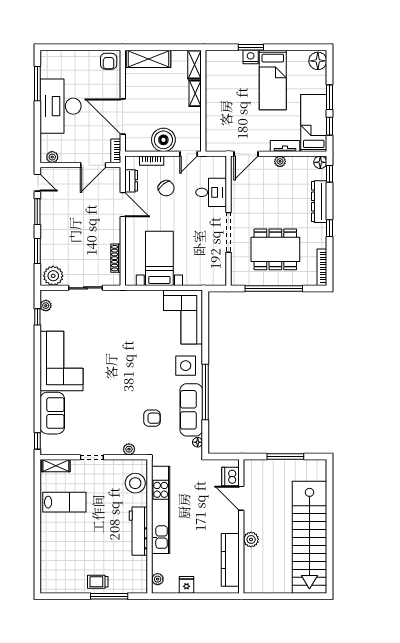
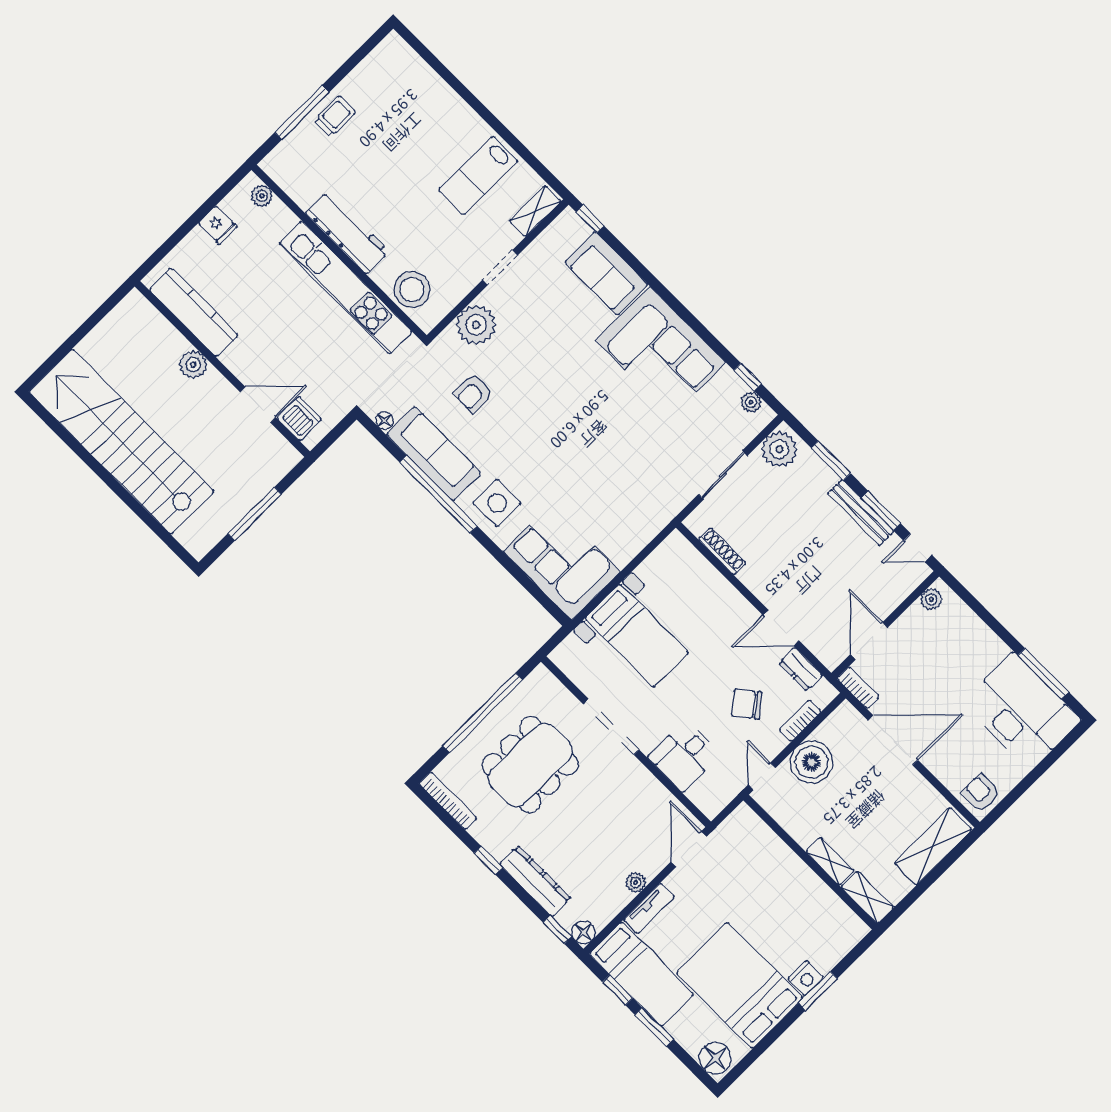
bed: (273, 80) -> (740, 985), width x1.50
desk: (61, 106) -> (1022, 711), moved
bench: (46, 219) -> (861, 512), added
bed with nightstands: (159, 258) -> (637, 636), moved
plant: (129, 449) -> (476, 325), width x1.87, depth x1.87

